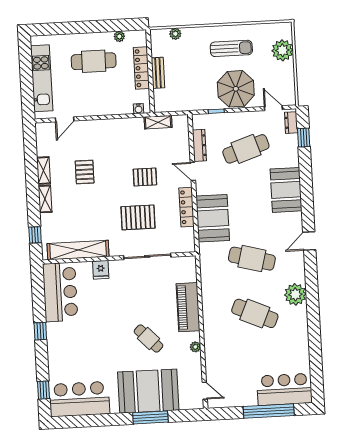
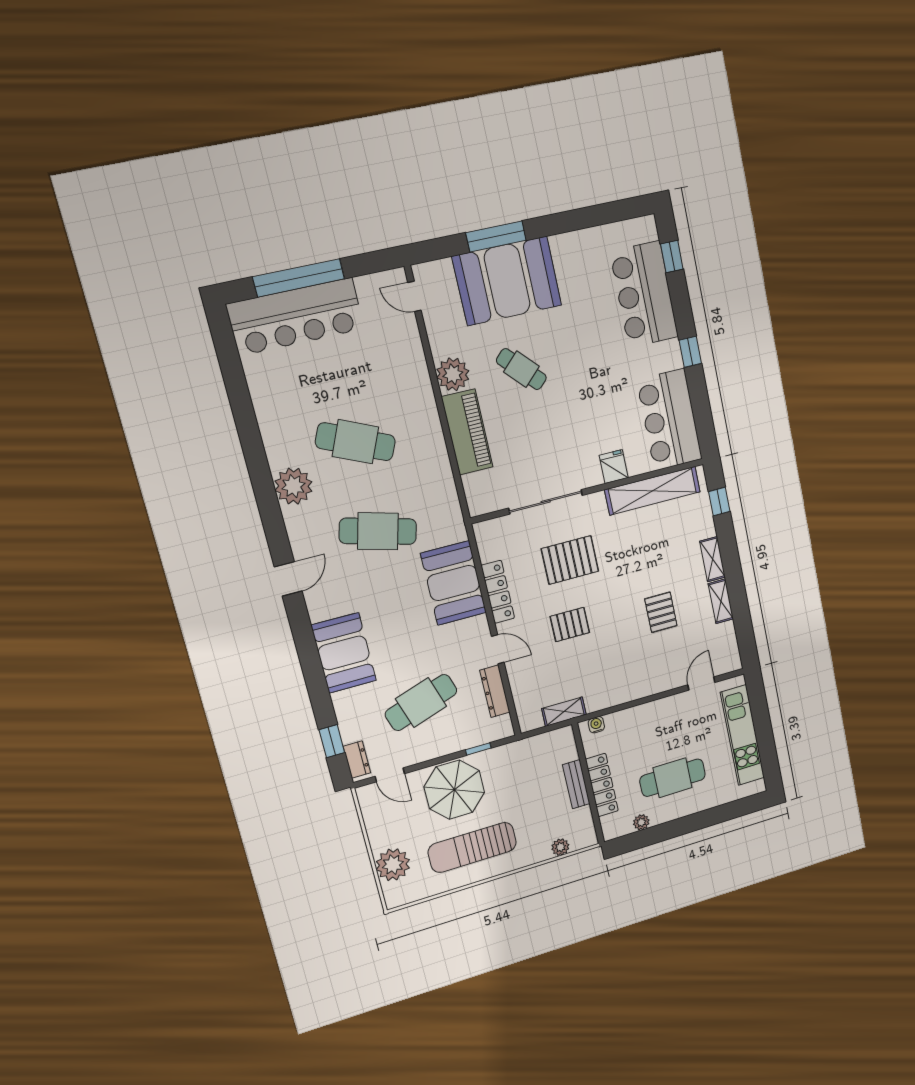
sun lounger: (231, 48) -> (472, 847), width x1.36, depth x1.34
plant: (195, 347) -> (453, 374), width x1.87, depth x1.87
bar counter: (284, 389) -> (296, 317), width x1.36
bar counter: (79, 399) -> (644, 294), moved, turned 90

